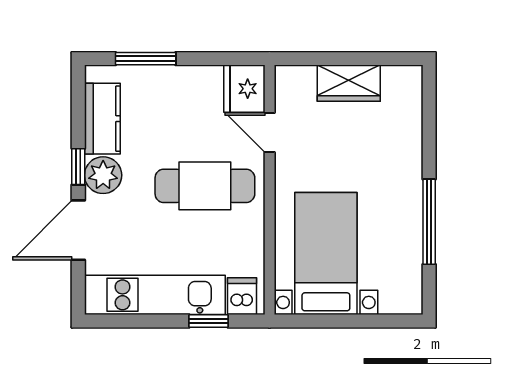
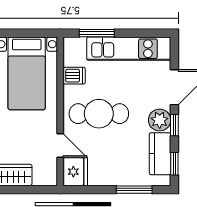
window: (78, 102) -> (174, 164), added
dishwasher: (242, 296) -> (74, 76), moved, turned -90
window: (208, 321) -> (97, 33), width x1.50

